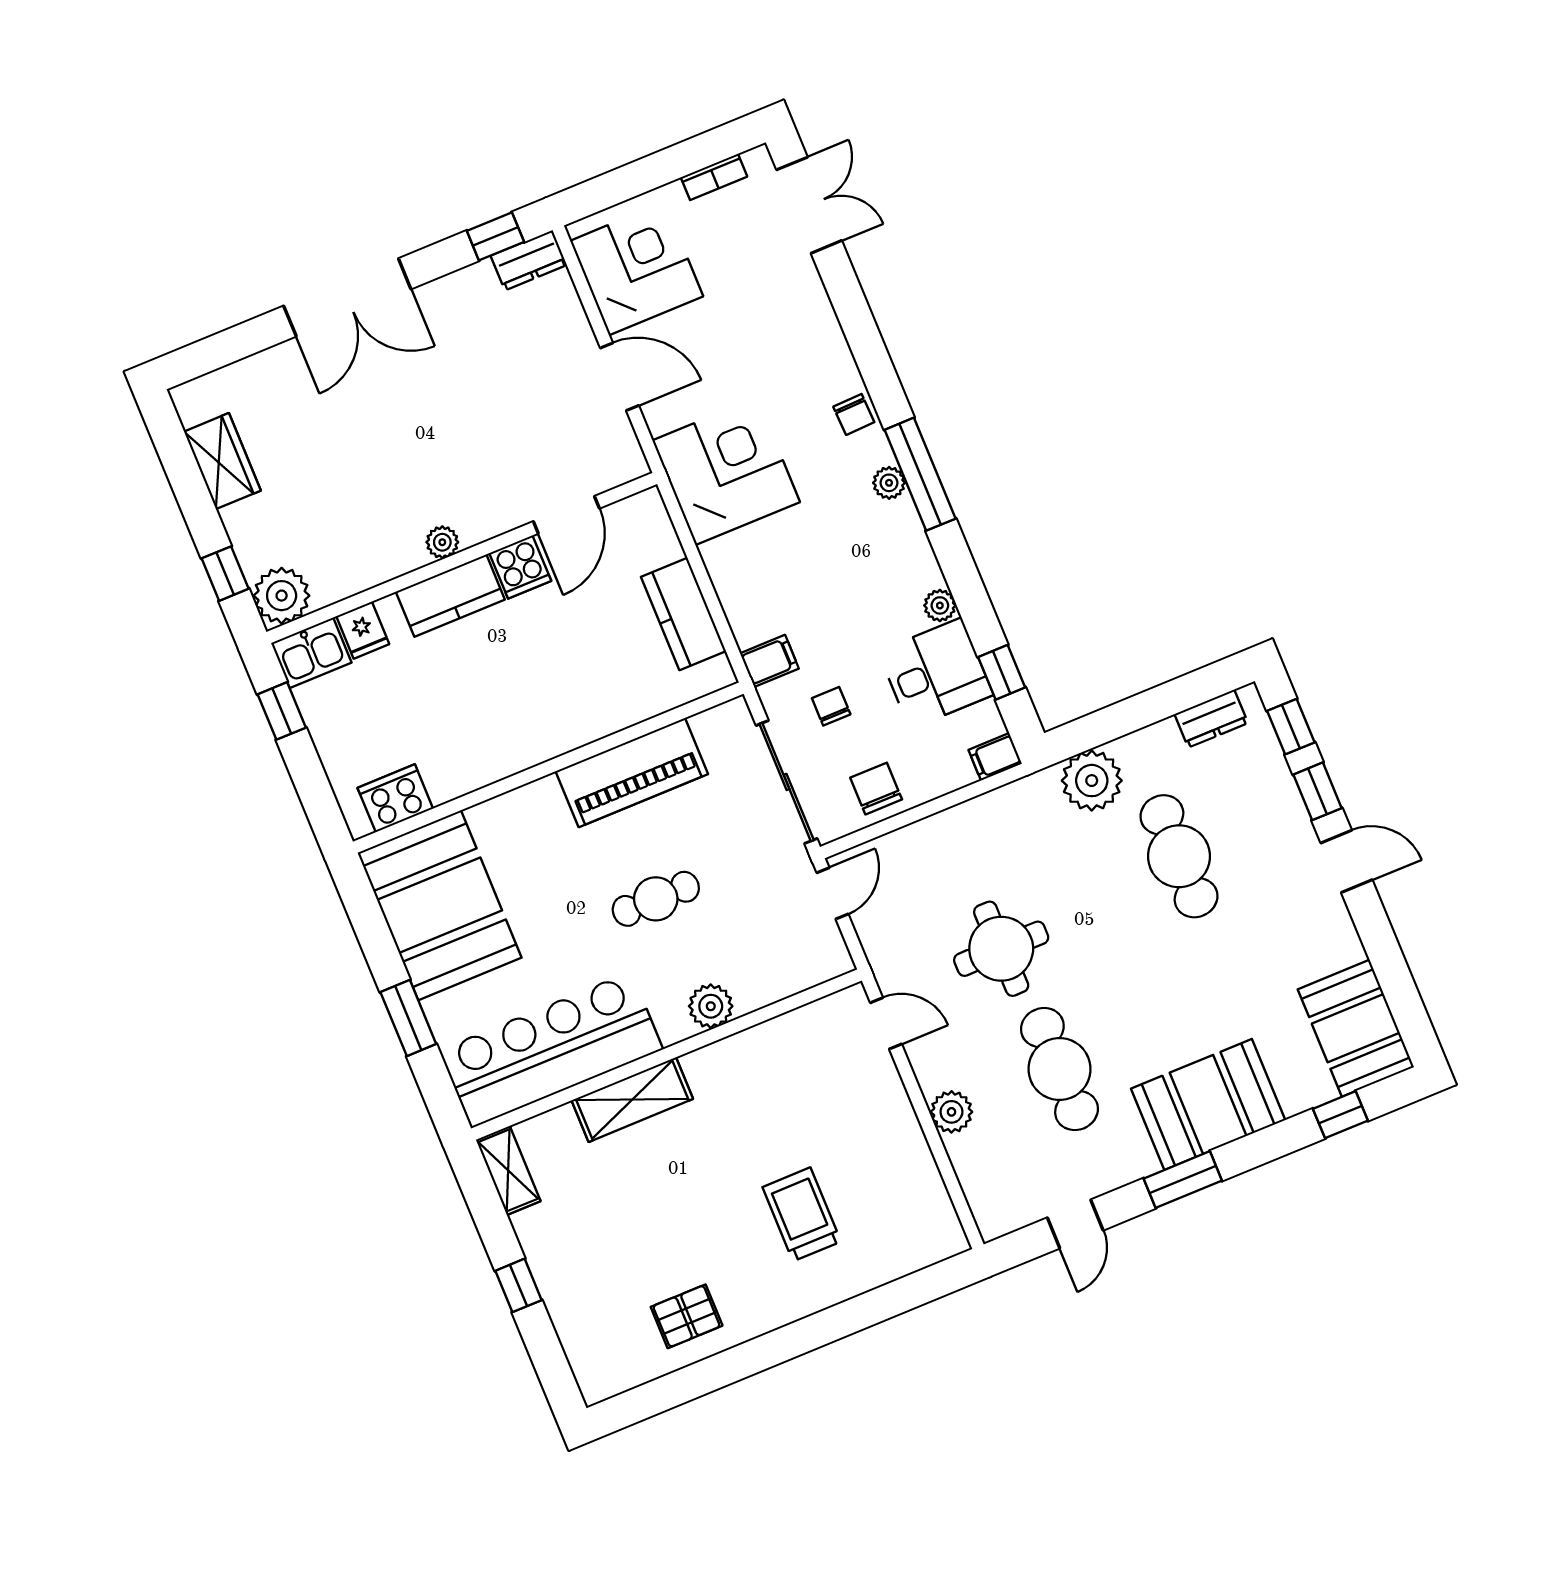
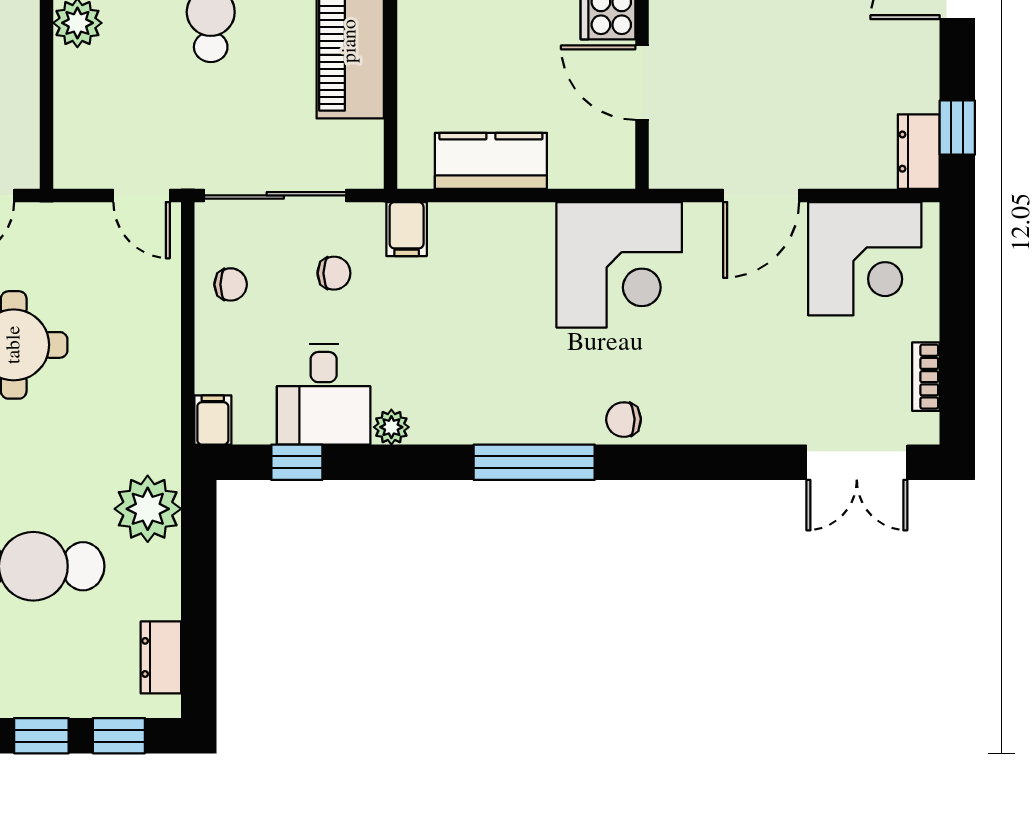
plant: (889, 483) -> (539, 427), removed
chair: (876, 789) -> (231, 284), width x0.73, depth x0.73

